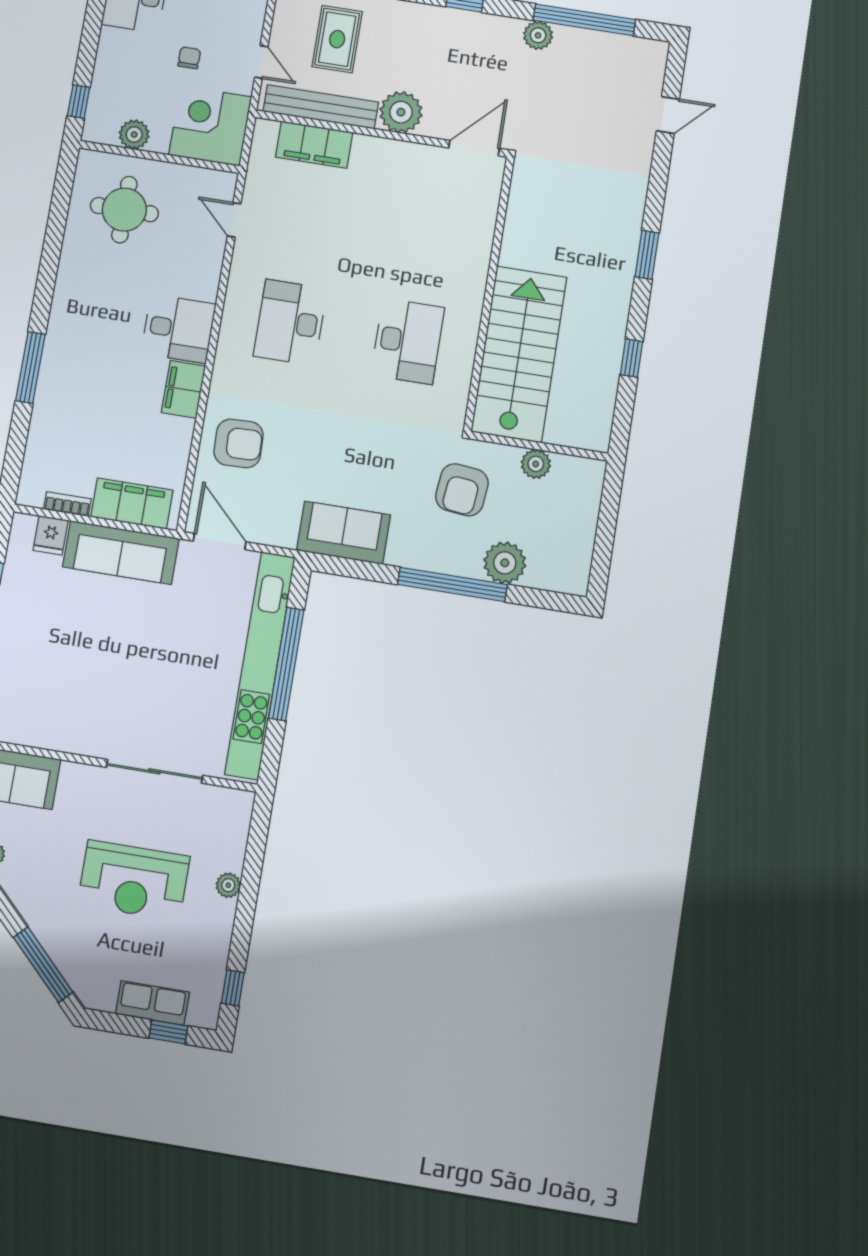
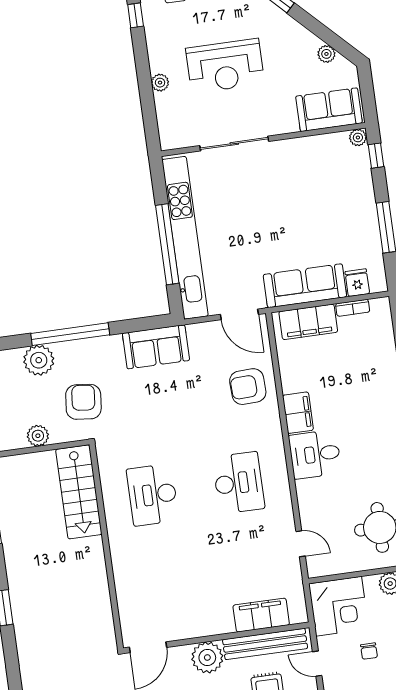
stairs: (519, 354) -> (79, 492), width x0.73, depth x0.66
reception desk: (134, 880) -> (225, 66), turned 180

